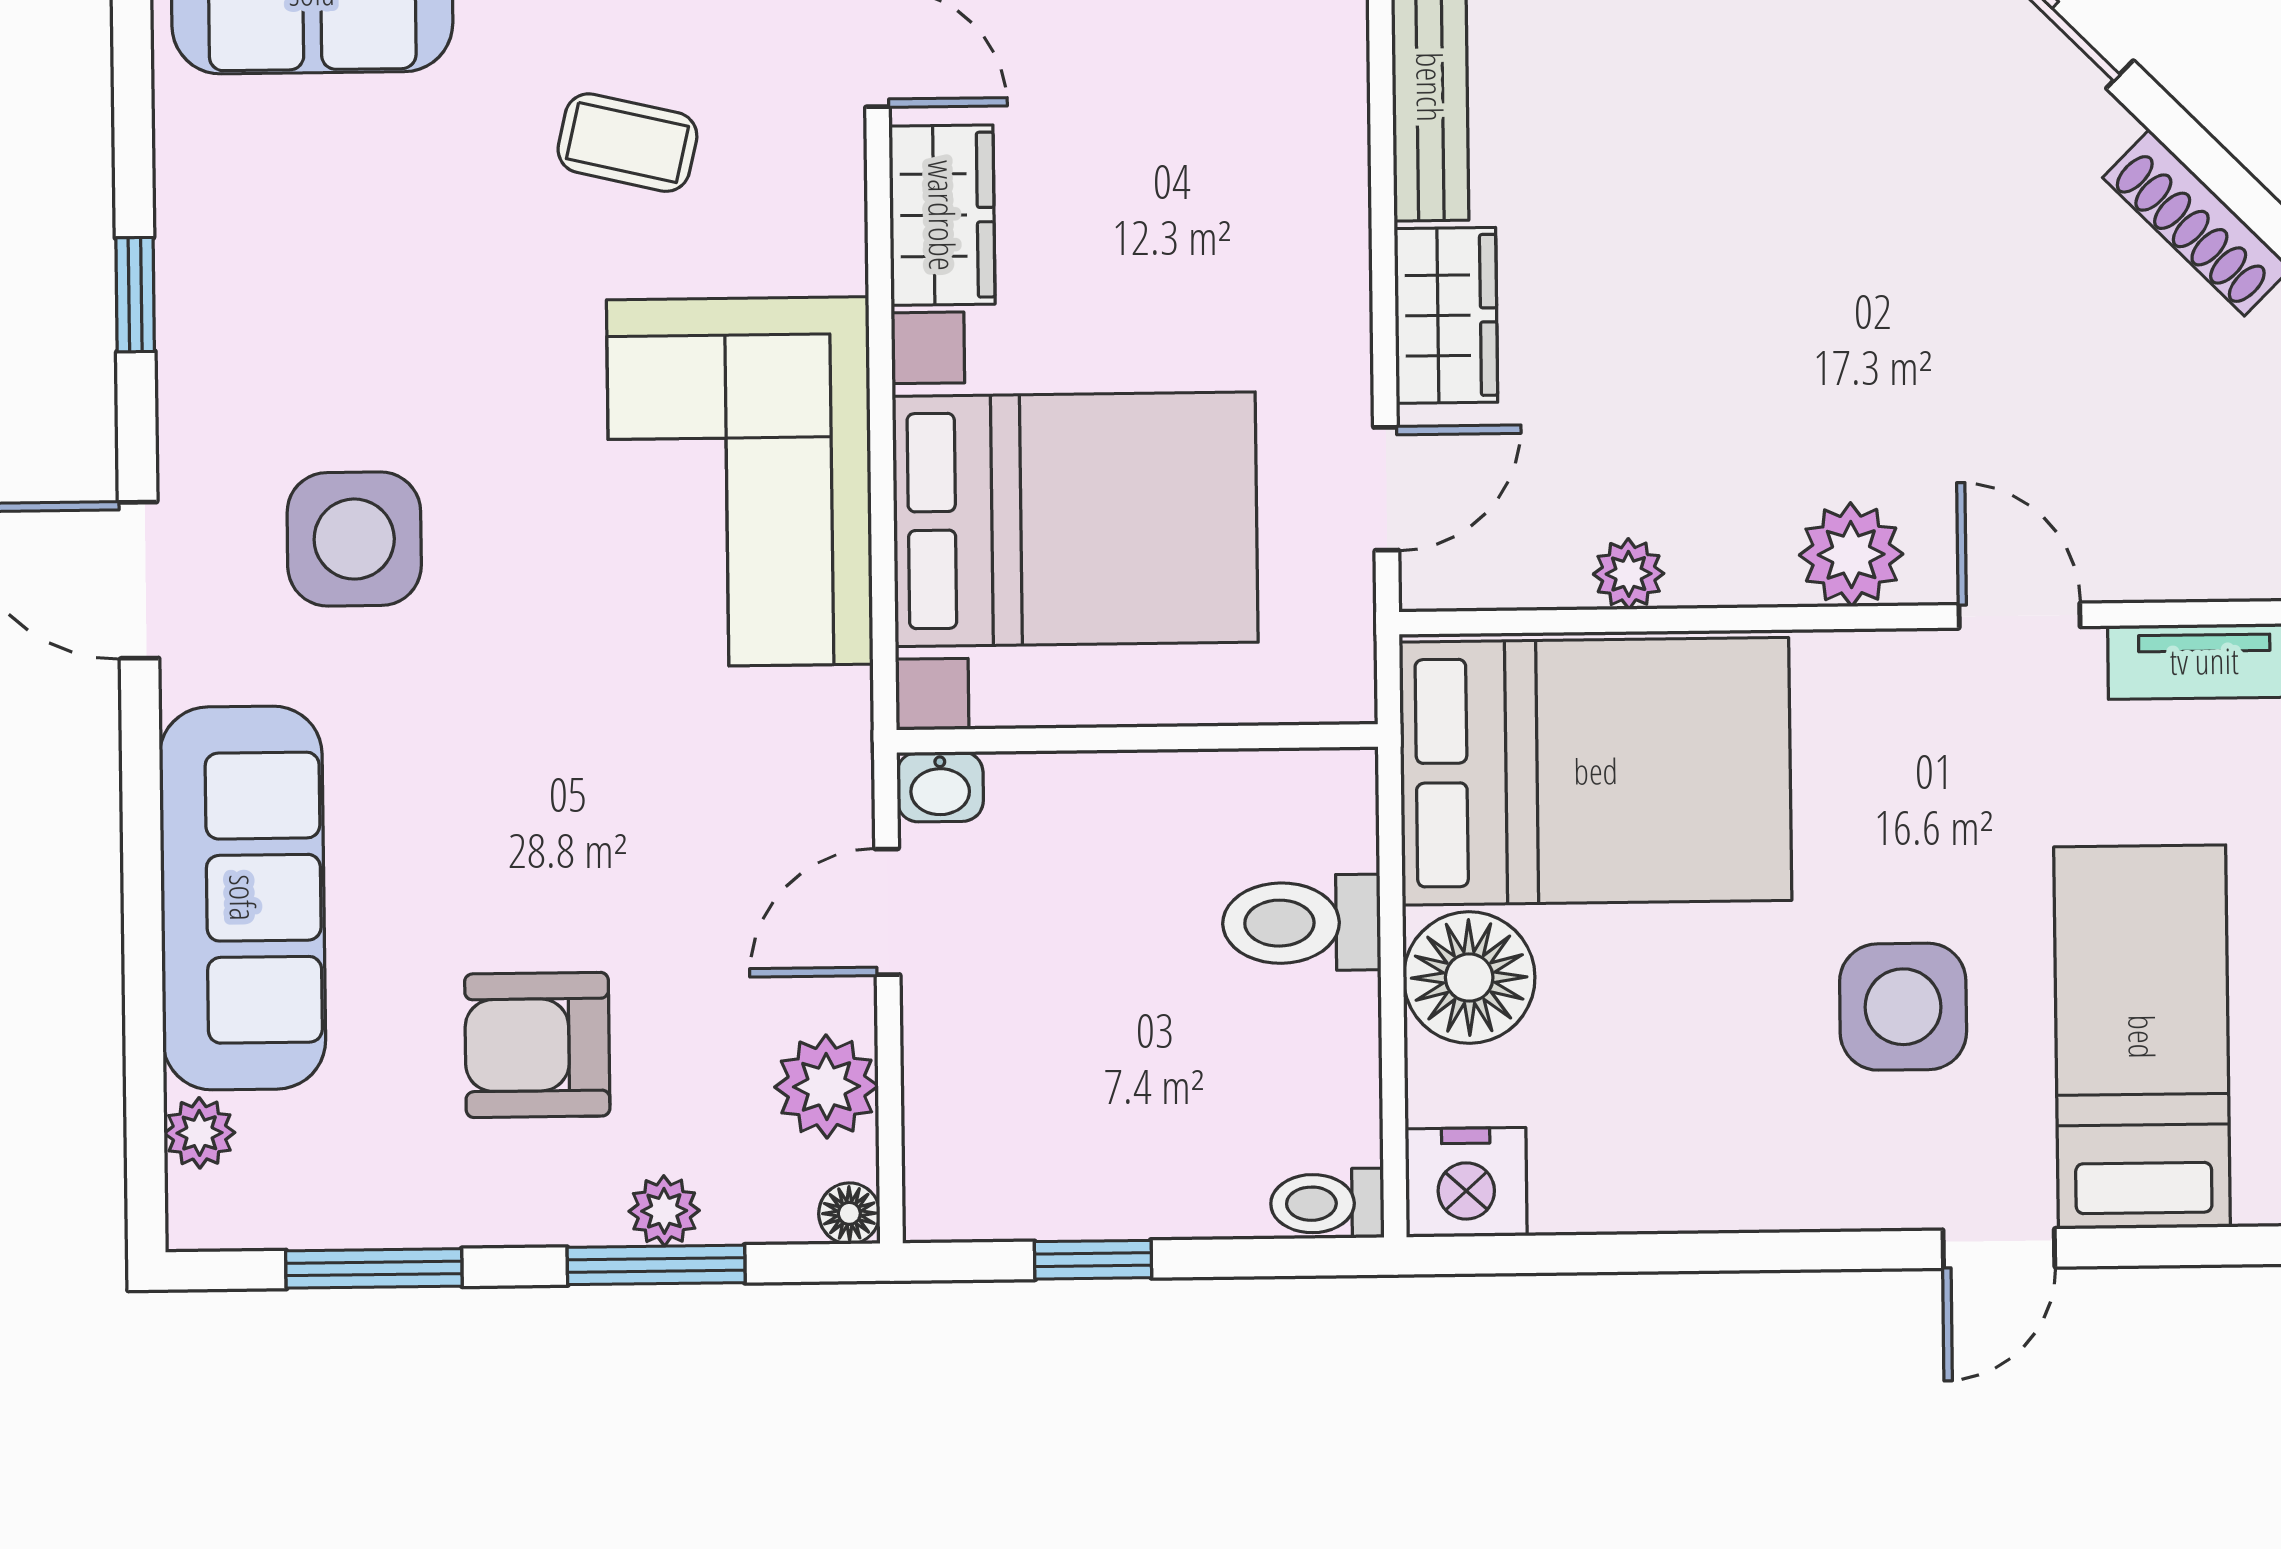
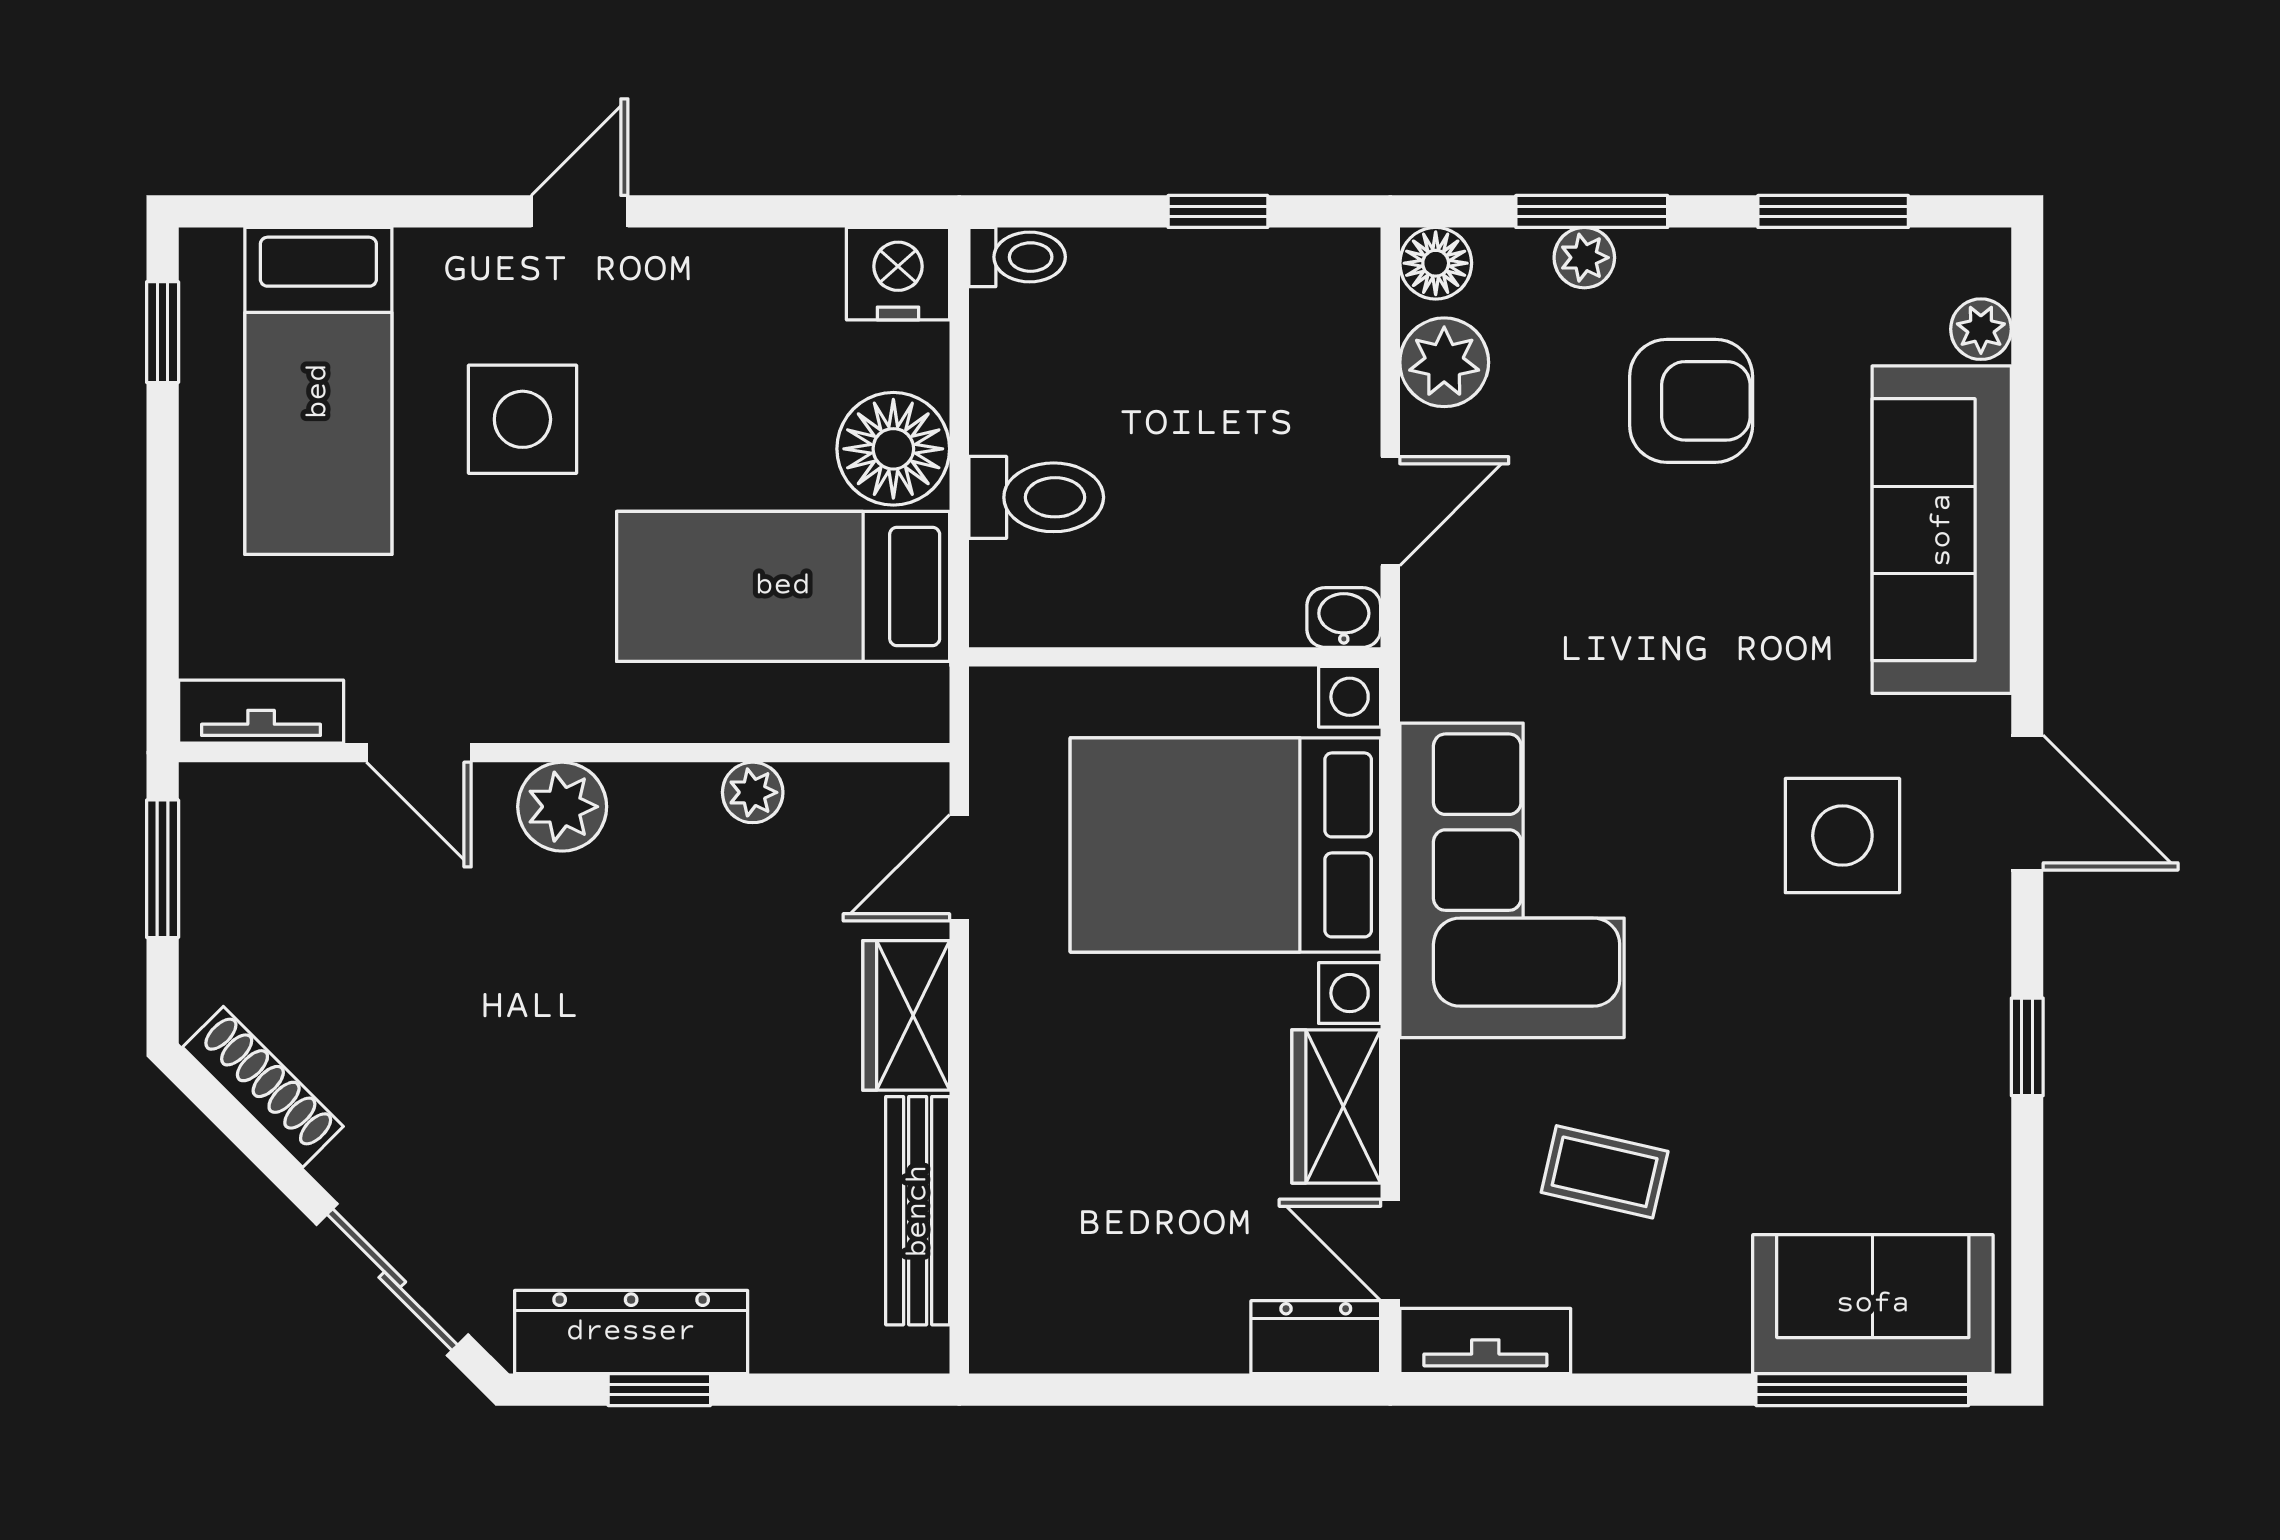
bed: (1596, 771) -> (783, 586), width x0.67
floor lamp: (849, 1213) -> (1436, 263), width x1.37, depth x1.37
door: (1999, 1249) -> (580, 211), moved

